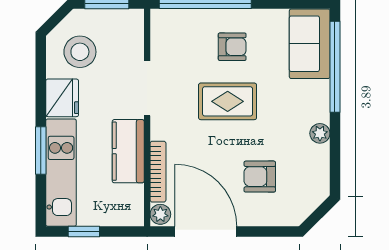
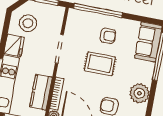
plant: (320, 133) -> (139, 93), width x1.87, depth x1.87
kitchen counter: (128, 151) -> (41, 92), moved

